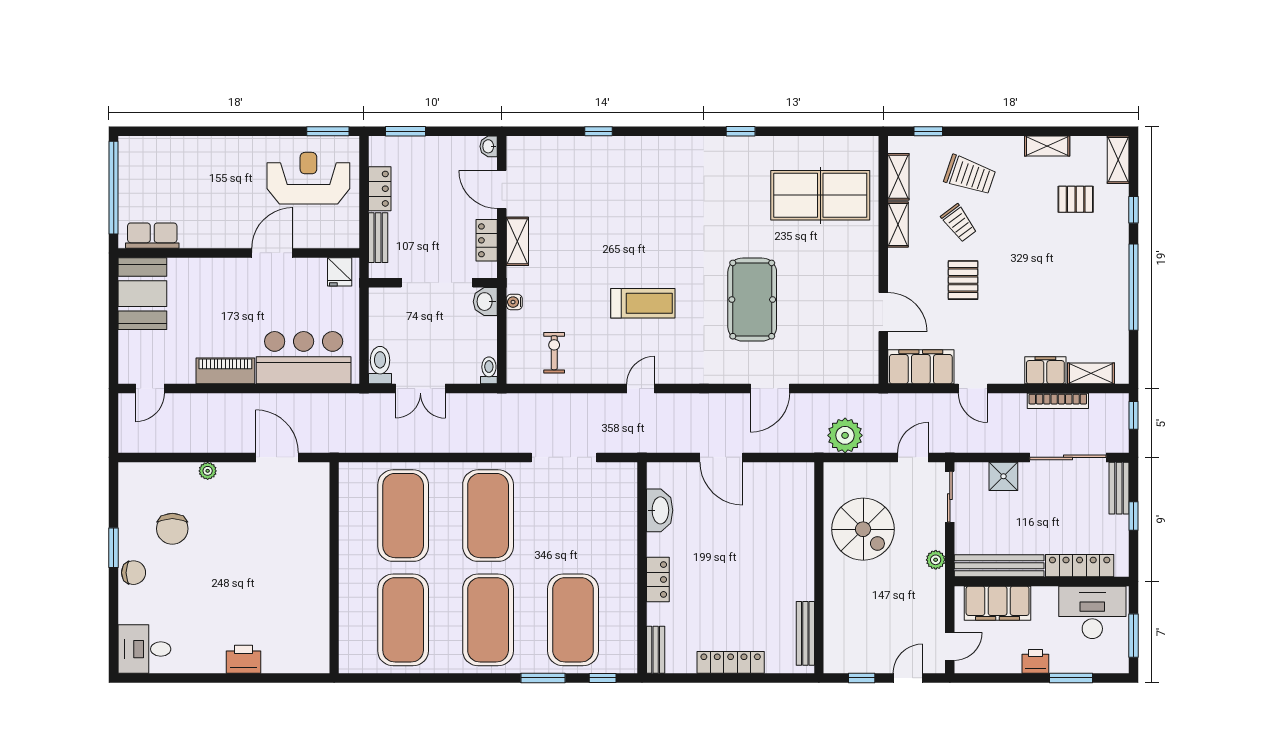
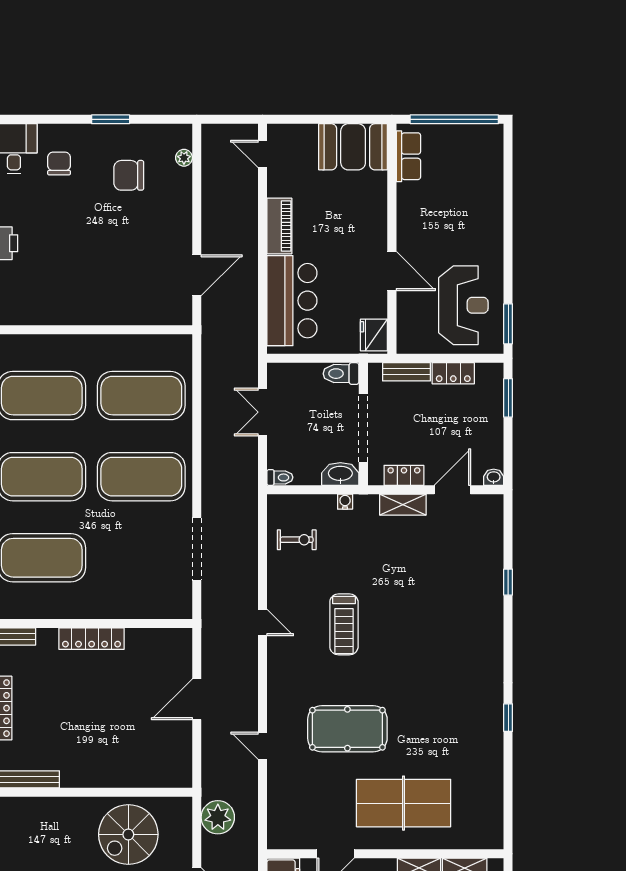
table tennis table: (820, 195) -> (404, 803), moved, turned 90
fridge: (340, 272) -> (374, 335), width x1.38
washbasin: (485, 302) -> (340, 474), width x1.38
toilet: (380, 365) -> (341, 374), moved, turned 180
door: (770, 389) -> (263, 746), width x0.73
plant: (208, 471) -> (184, 158), moved
washbasin: (660, 510) -> (146, 640), removed
chair: (134, 573) -> (59, 164), moved, turned 180
locker: (658, 579) -> (92, 639), width x1.53

